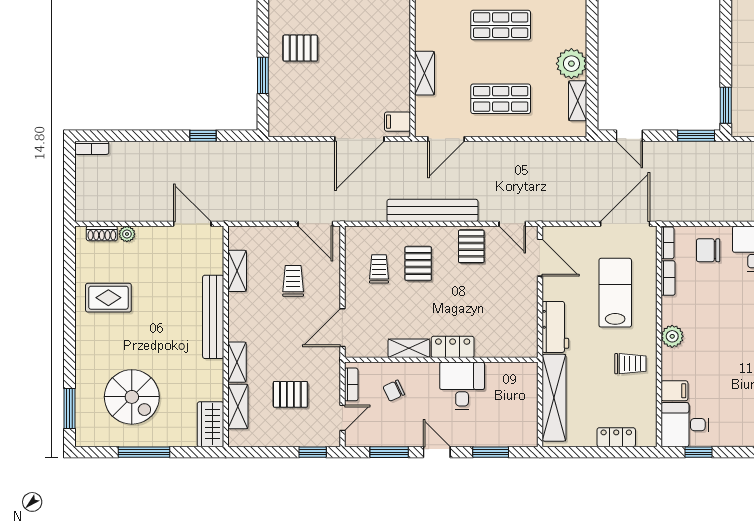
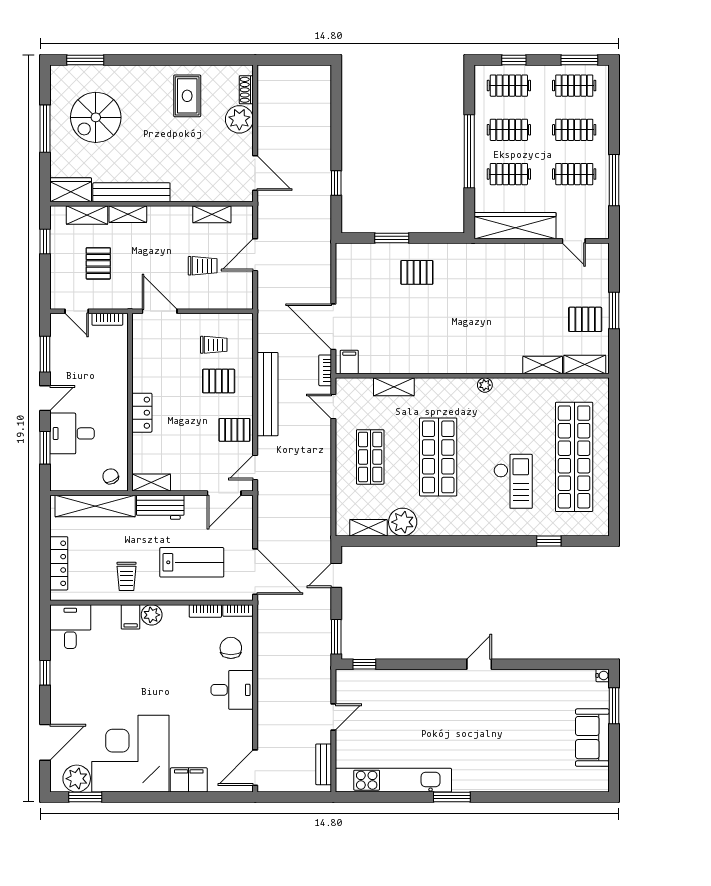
shop shelf: (501, 25) -> (438, 457), width x1.43, depth x1.36
pallet: (300, 48) -> (417, 272), turned 90
window: (726, 105) -> (364, 664), width x0.67
door: (446, 139) -> (333, 407), width x0.73
bookcase: (92, 148) -> (325, 370), moved
door: (192, 224) -> (255, 173), hinge flipped
door: (315, 224) -> (255, 255), moved
plant: (127, 234) -> (239, 119), width x1.88, depth x1.88
bench: (213, 317) -> (131, 192), moved
shelving: (409, 348) -> (151, 483), moved, turned 90
desk: (462, 386) -> (72, 433), moved, turned 180
chair: (394, 391) -> (111, 476), moved
filing cabinet: (674, 391) -> (131, 617), moved
locker: (616, 437) -> (59, 563), width x1.53
window: (313, 452) -> (45, 241), moved
window: (699, 452) -> (45, 673), moved

